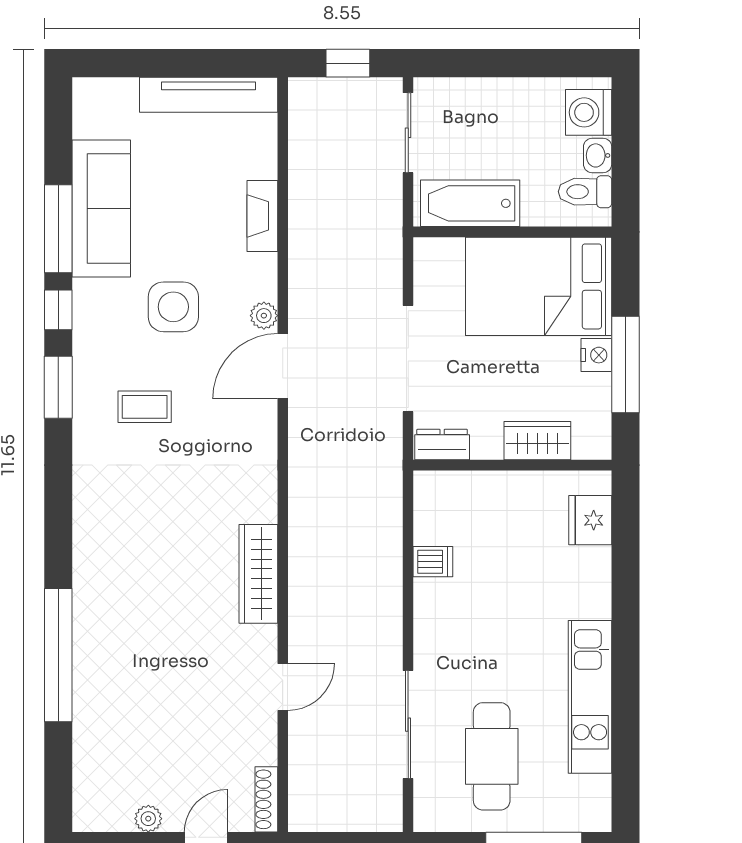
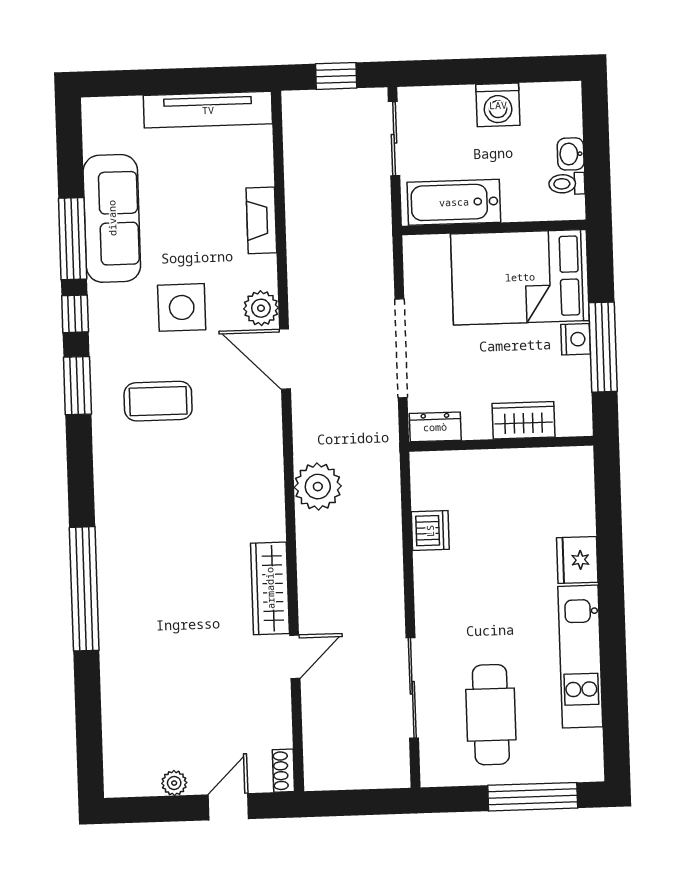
washing machine: (589, 112) -> (498, 105), moved, turned -90
toilet: (585, 192) -> (567, 184), width x0.73, depth x0.72
plant: (264, 316) -> (261, 308), width x1.38, depth x1.38
door: (283, 366) -> (285, 359), hinge flipped
coffee table: (145, 407) -> (158, 401), width x1.36, depth x1.30
plant: (313, 505) -> (318, 487), added
fridge: (590, 520) -> (577, 560), moved
dishwasher: (433, 562) -> (430, 531), width x1.38
wardrobe: (258, 574) -> (270, 588), moved
window: (58, 655) -> (84, 589), moved
shoe rack: (266, 799) -> (283, 771), width x0.70

